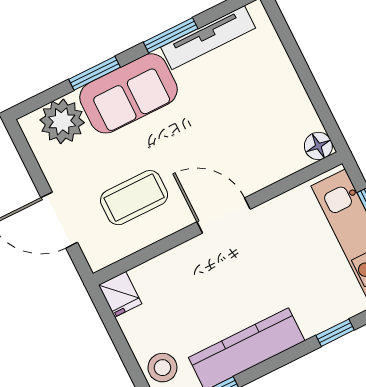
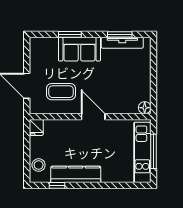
window: (171, 35) -> (120, 34), moved
plant: (62, 121) -> (47, 47), removed
window: (335, 333) -> (114, 185), removed

